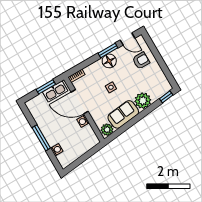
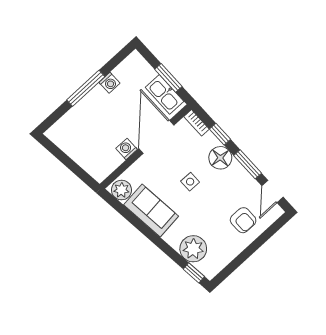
floor lamp: (109, 61) -> (220, 158), moved
window: (86, 63) -> (220, 134), added
plant: (143, 101) -> (193, 249), moved
washing machine: (57, 150) -> (109, 83), moved

